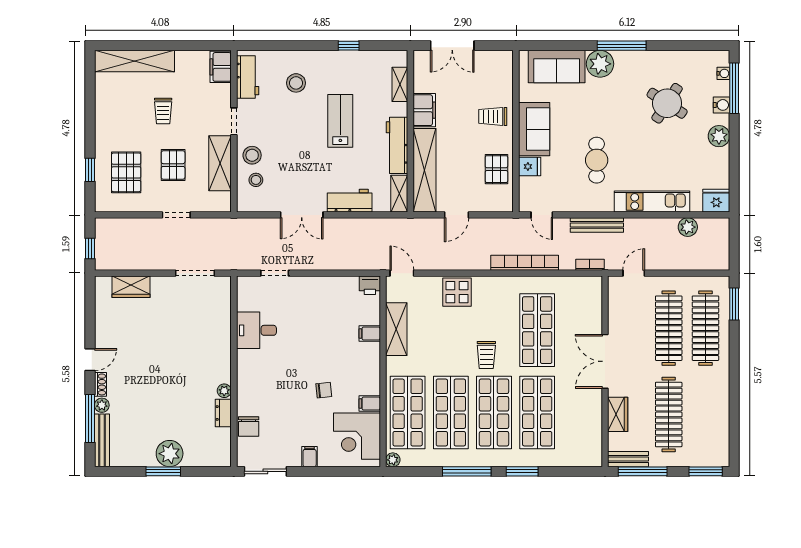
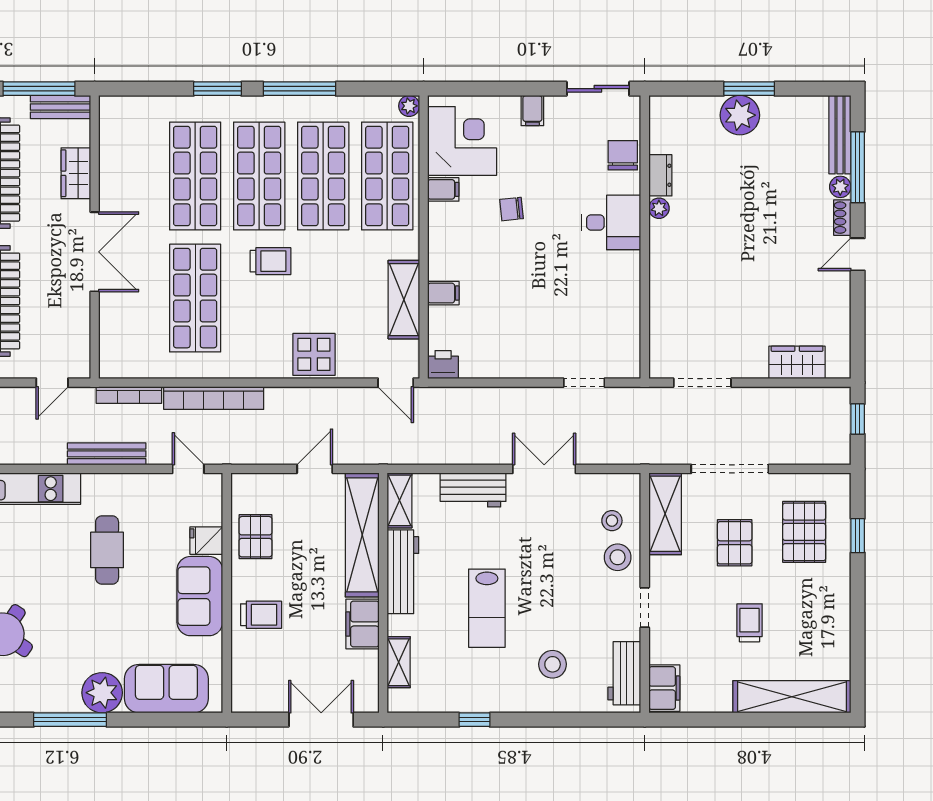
shelving: (220, 163) -> (665, 514), moved
doorway: (176, 215) -> (730, 469), width x1.88
bookcase: (590, 265) -> (129, 395), width x1.56
desk: (256, 330) -> (611, 222), moved
trolley: (486, 355) -> (270, 261), turned 90

